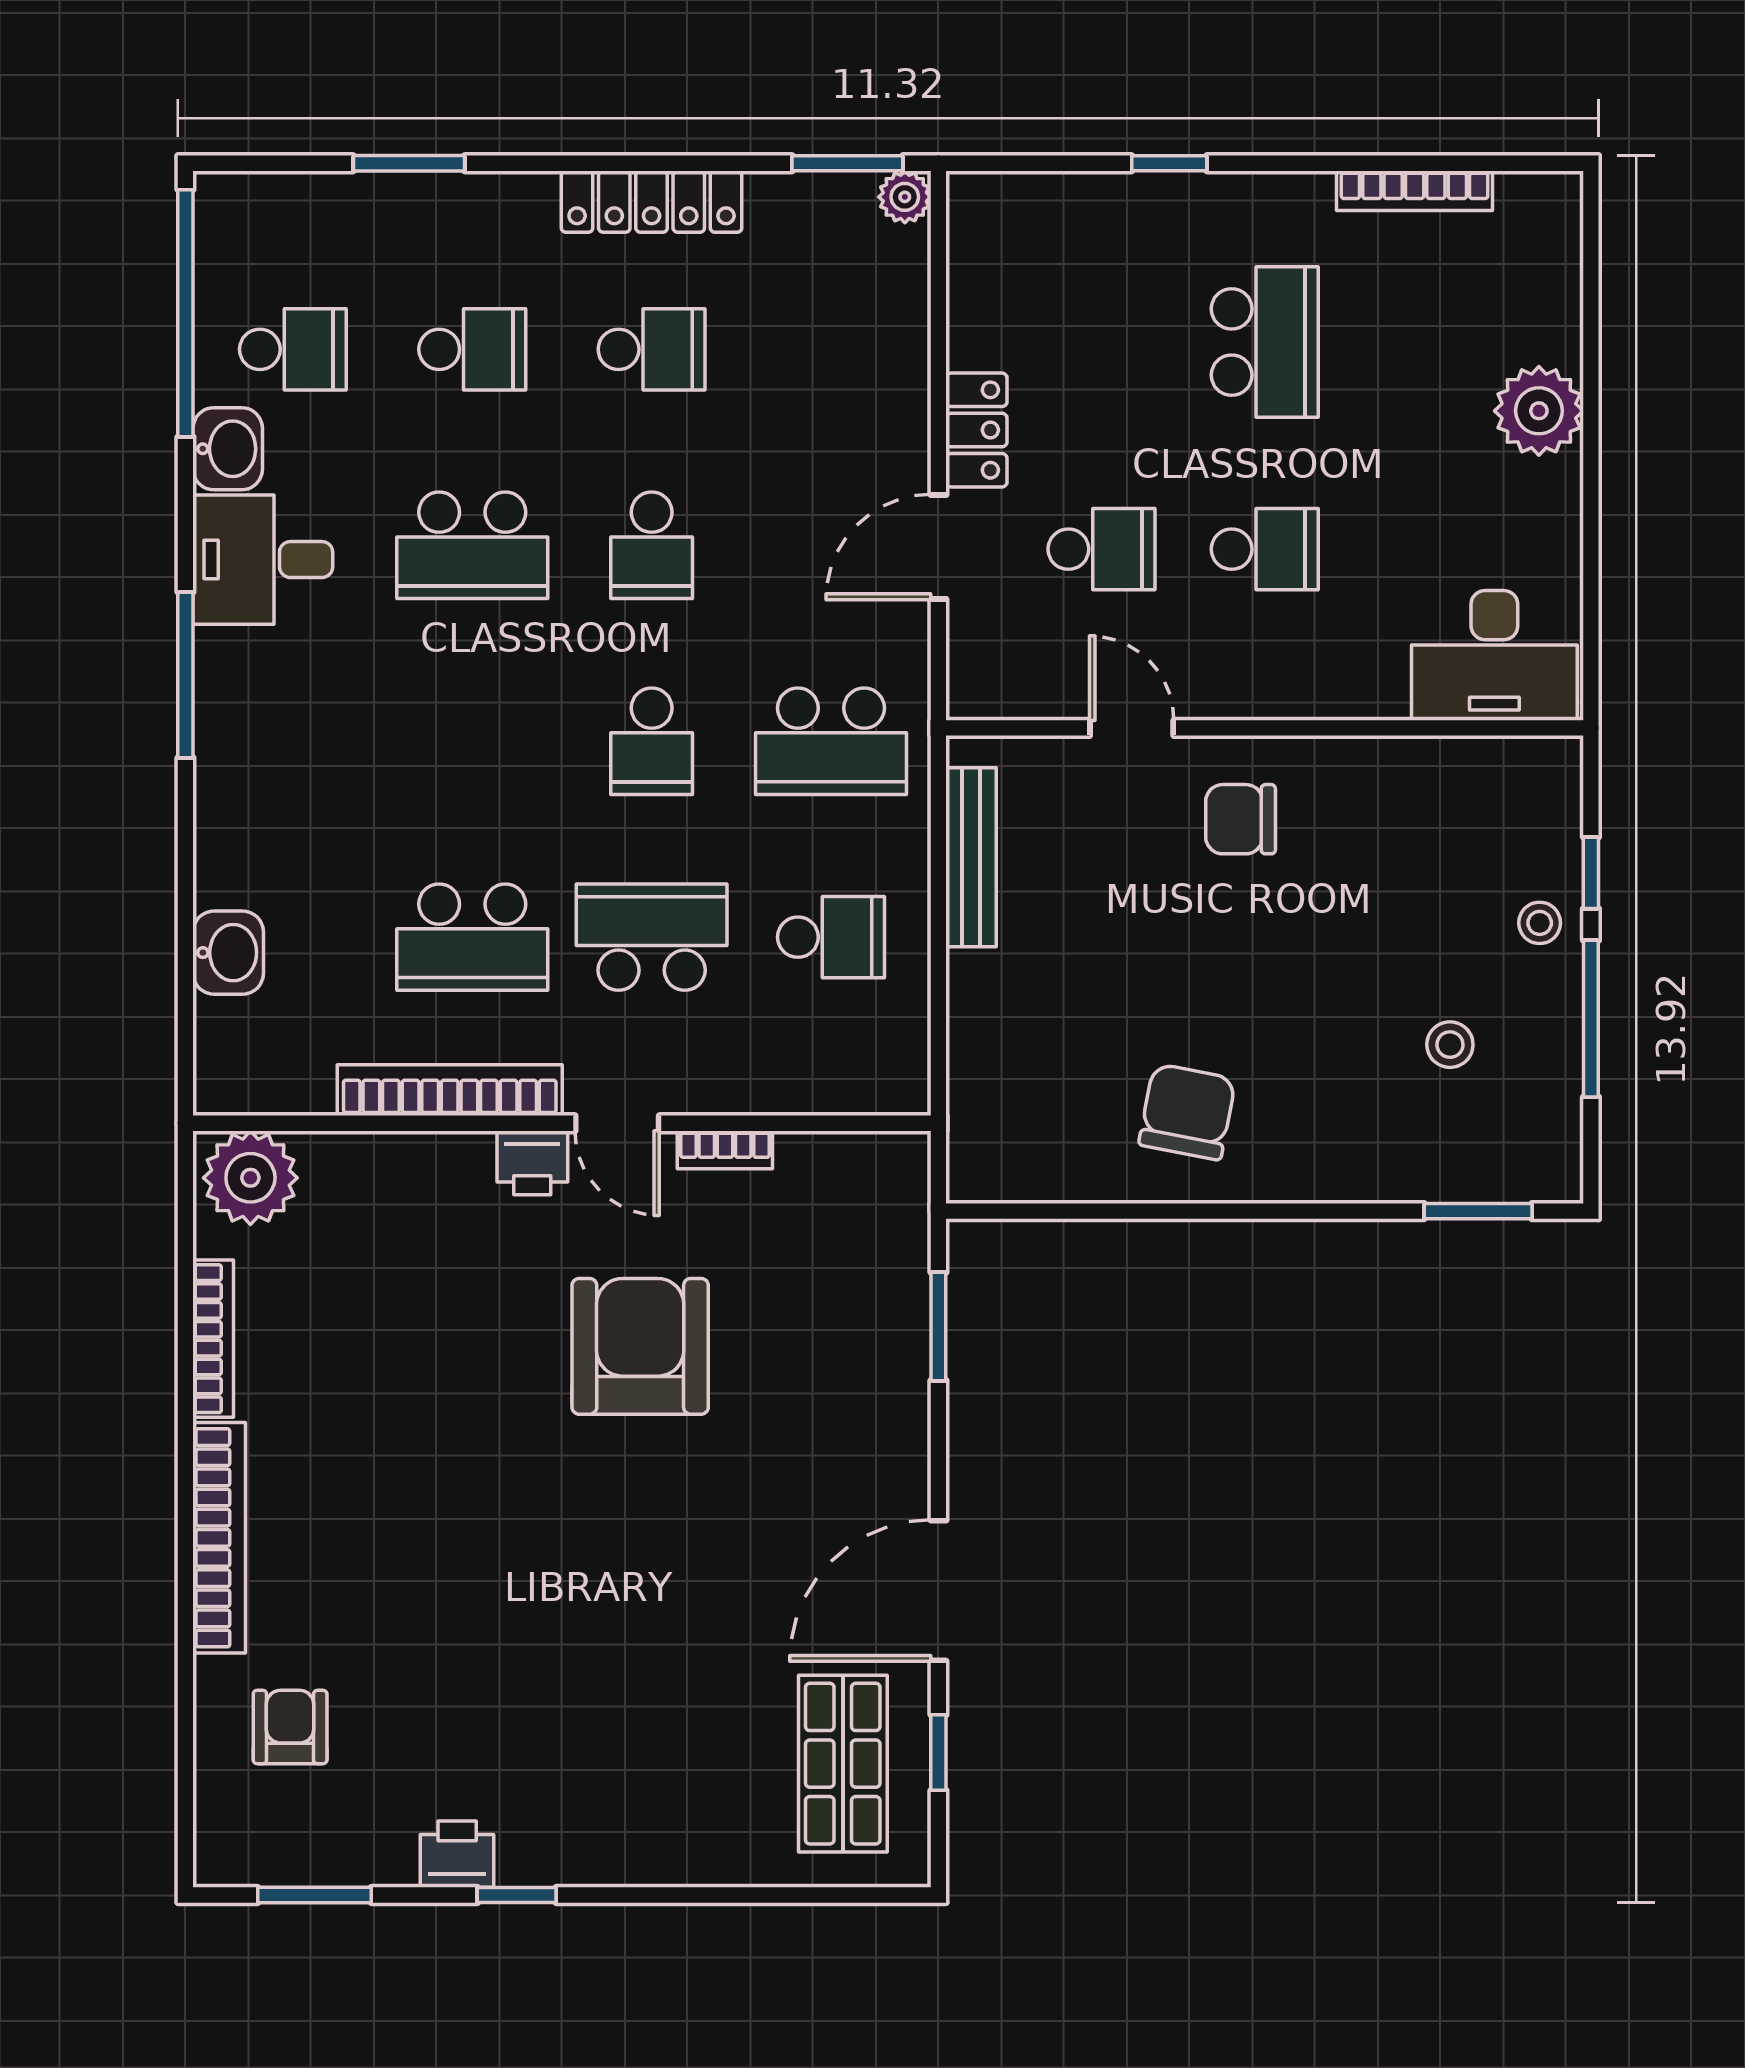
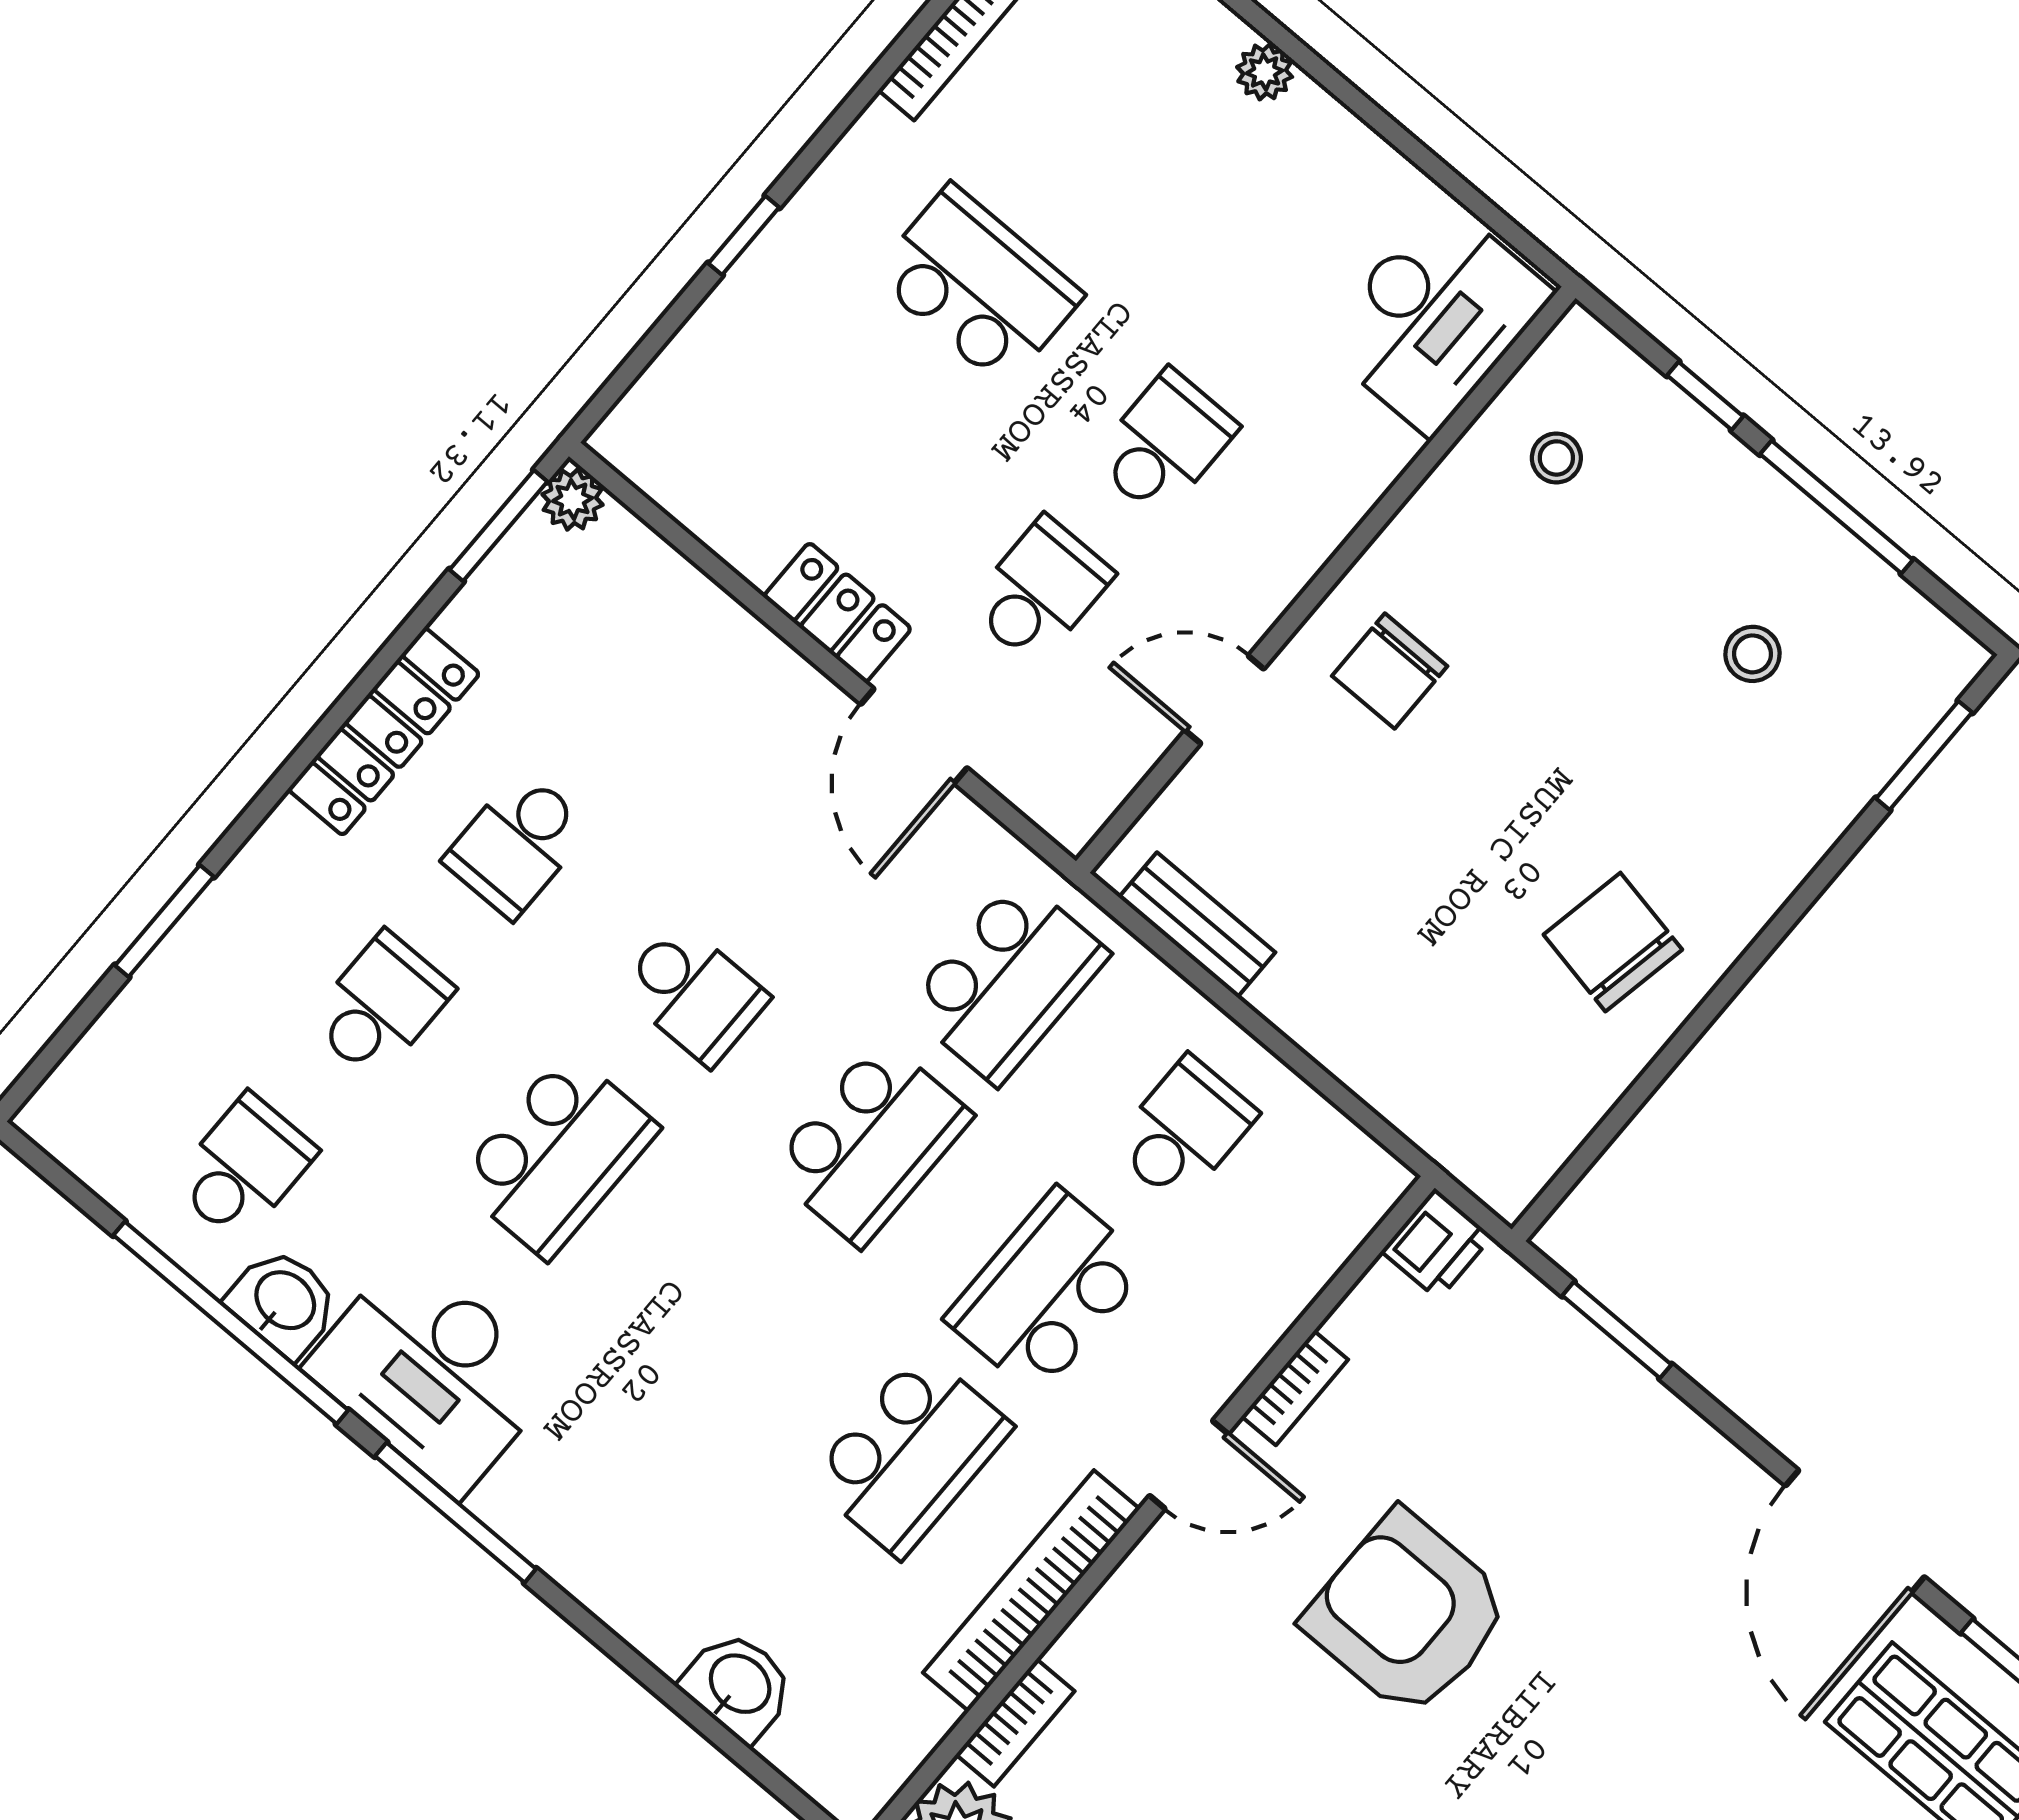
window: (185, 313) -> (231, 1323), moved
school desk: (652, 349) -> (517, 844), turned 180
plant: (1539, 411) -> (1265, 72), width x0.53, depth x0.53
desk: (263, 560) -> (432, 1373), width x1.37
school desk: (652, 741) -> (870, 1143), width x1.85
bench: (971, 857) -> (1197, 925), width x0.73
stool: (1540, 923) -> (1556, 458), moved
bookcase: (355, 1152) -> (1015, 1723), added
printer: (532, 1163) -> (1437, 1244), moved

